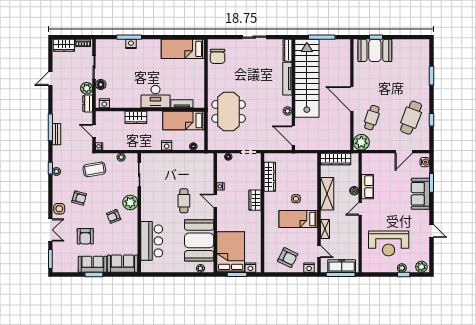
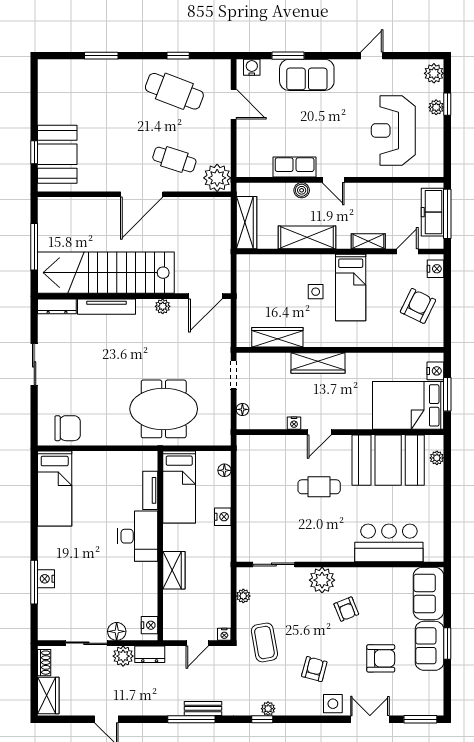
wardrobe: (255, 200) -> (318, 363), width x1.50
reception desk: (389, 243) -> (393, 130), turned 180

